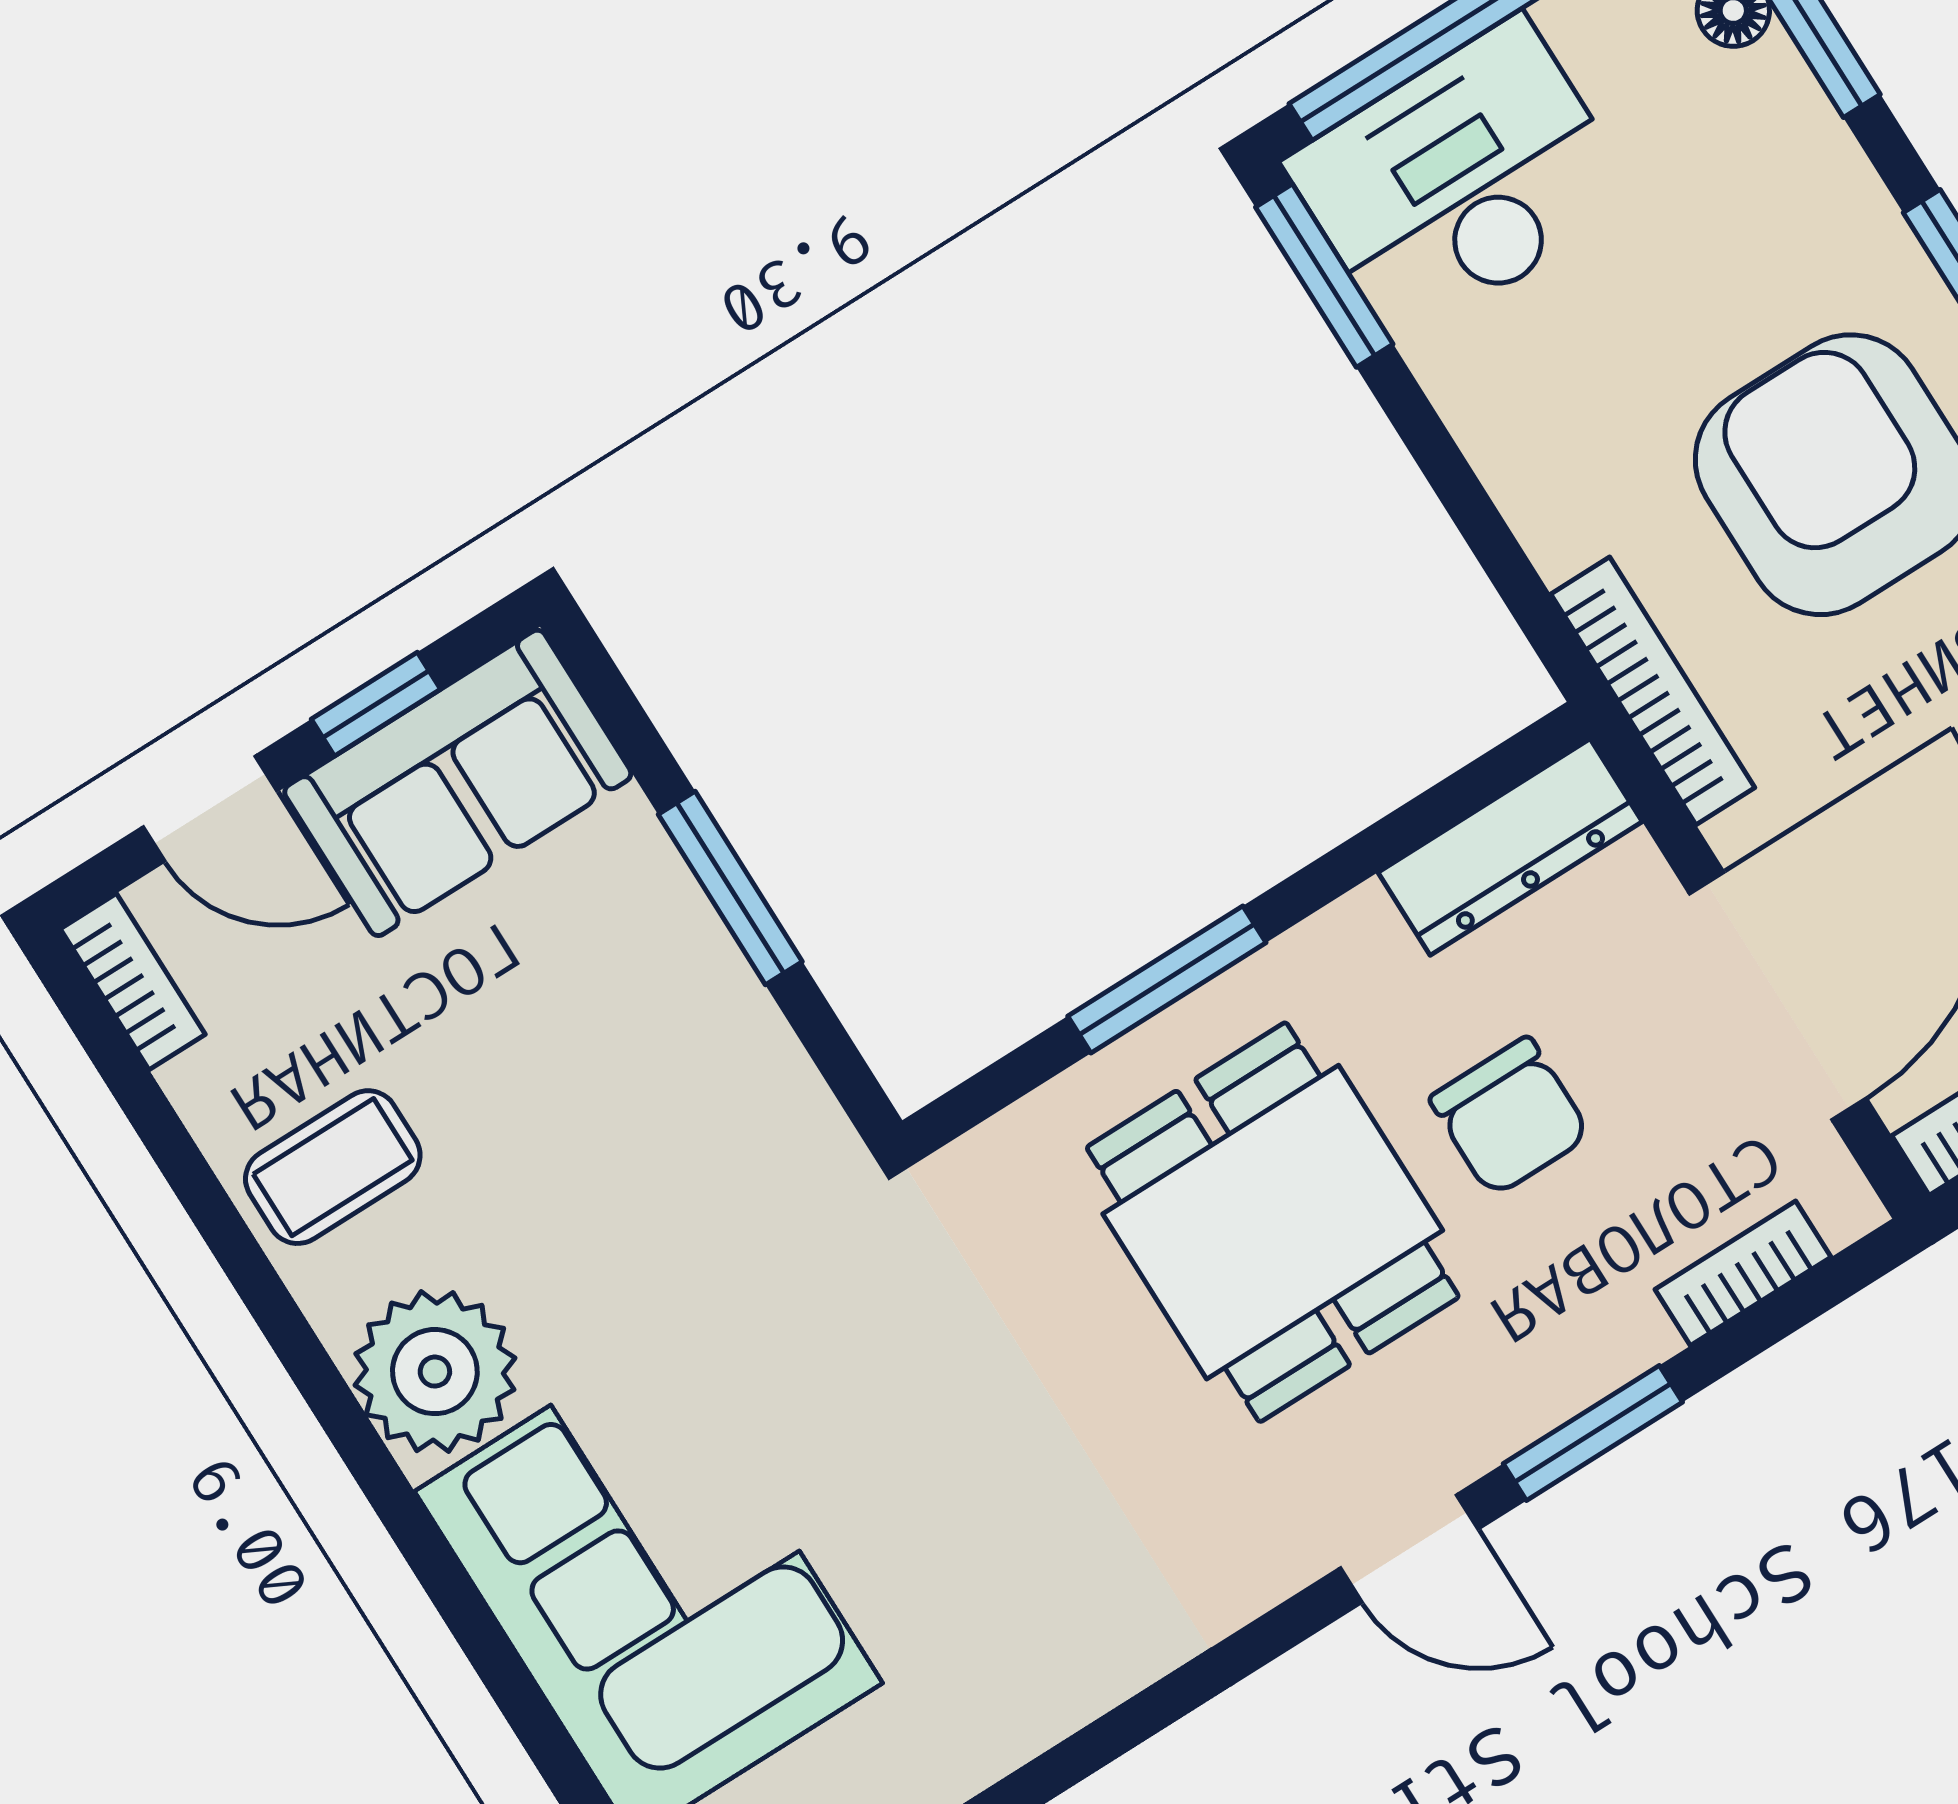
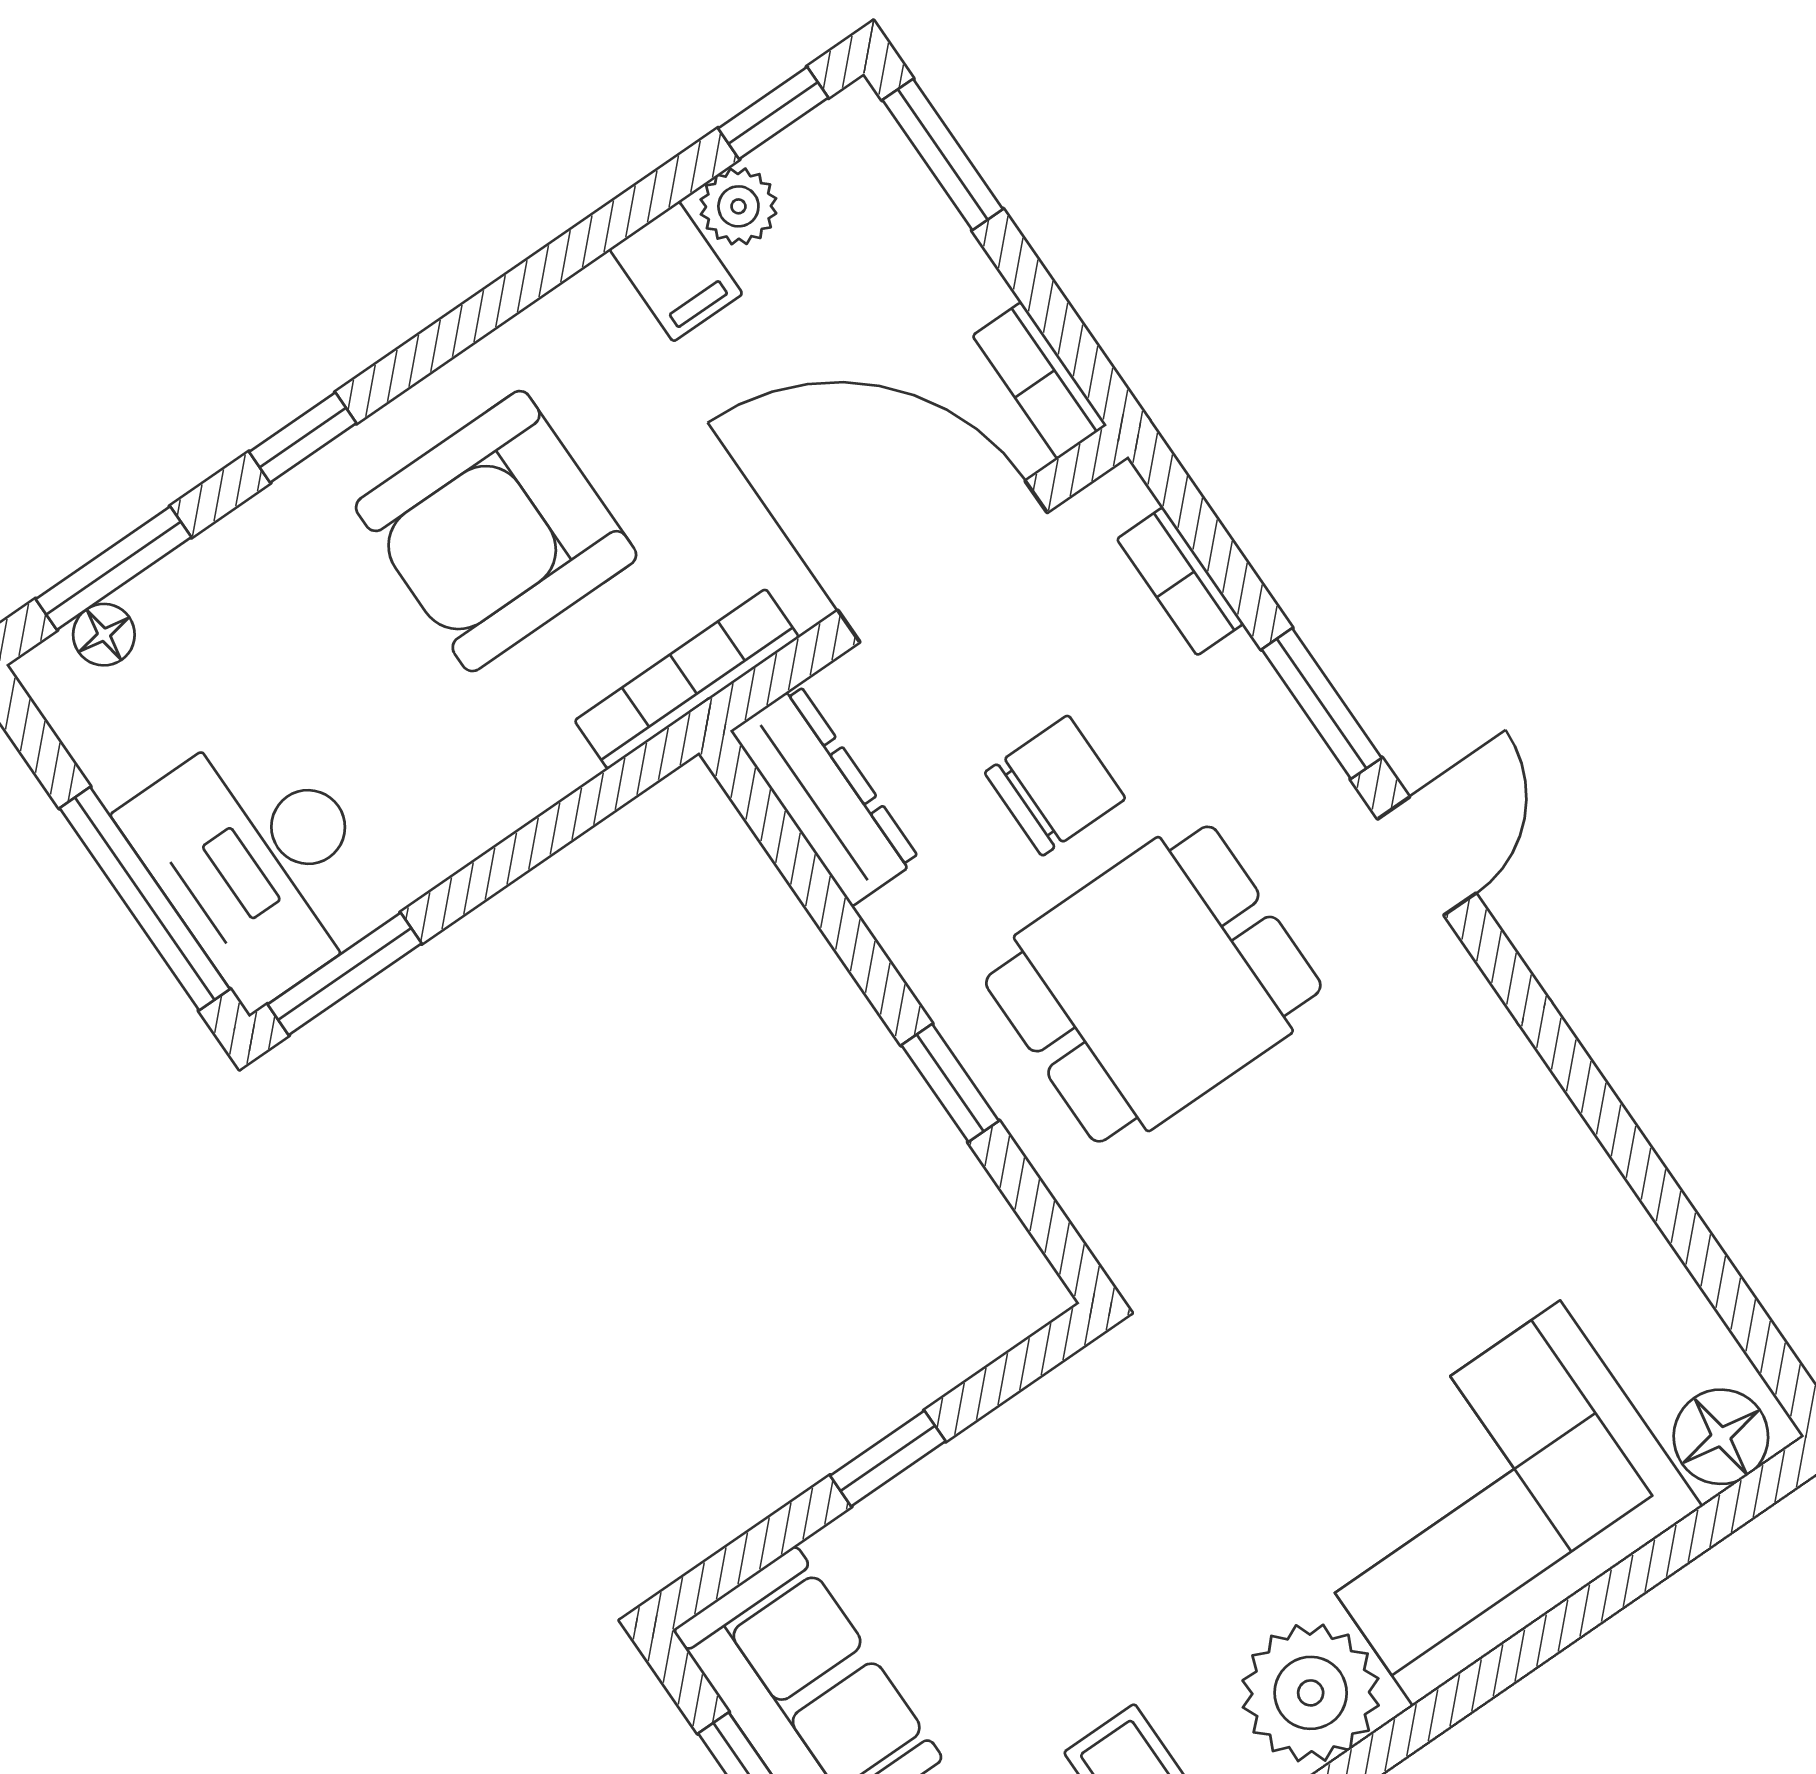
window: (730, 888) -> (888, 1458), width x0.67
window: (1167, 979) -> (950, 1083), width x0.67

